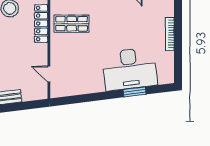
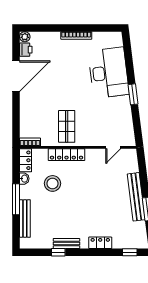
window: (135, 92) -> (133, 94), moved

